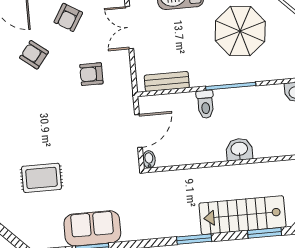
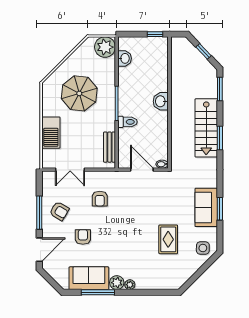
armchair: (34, 55) -> (83, 237), turned 142
stairs: (242, 215) -> (206, 128), moved
side table: (34, 229) -> (203, 248), added

